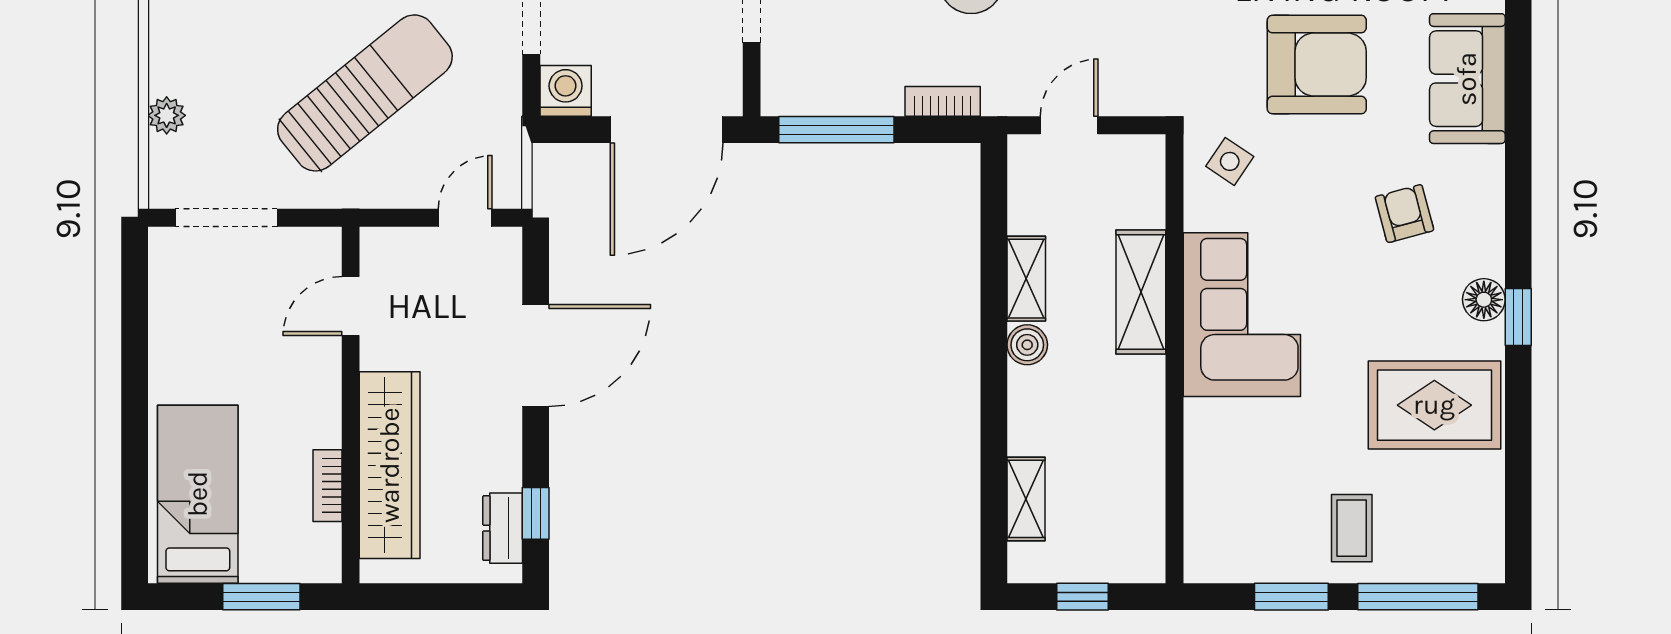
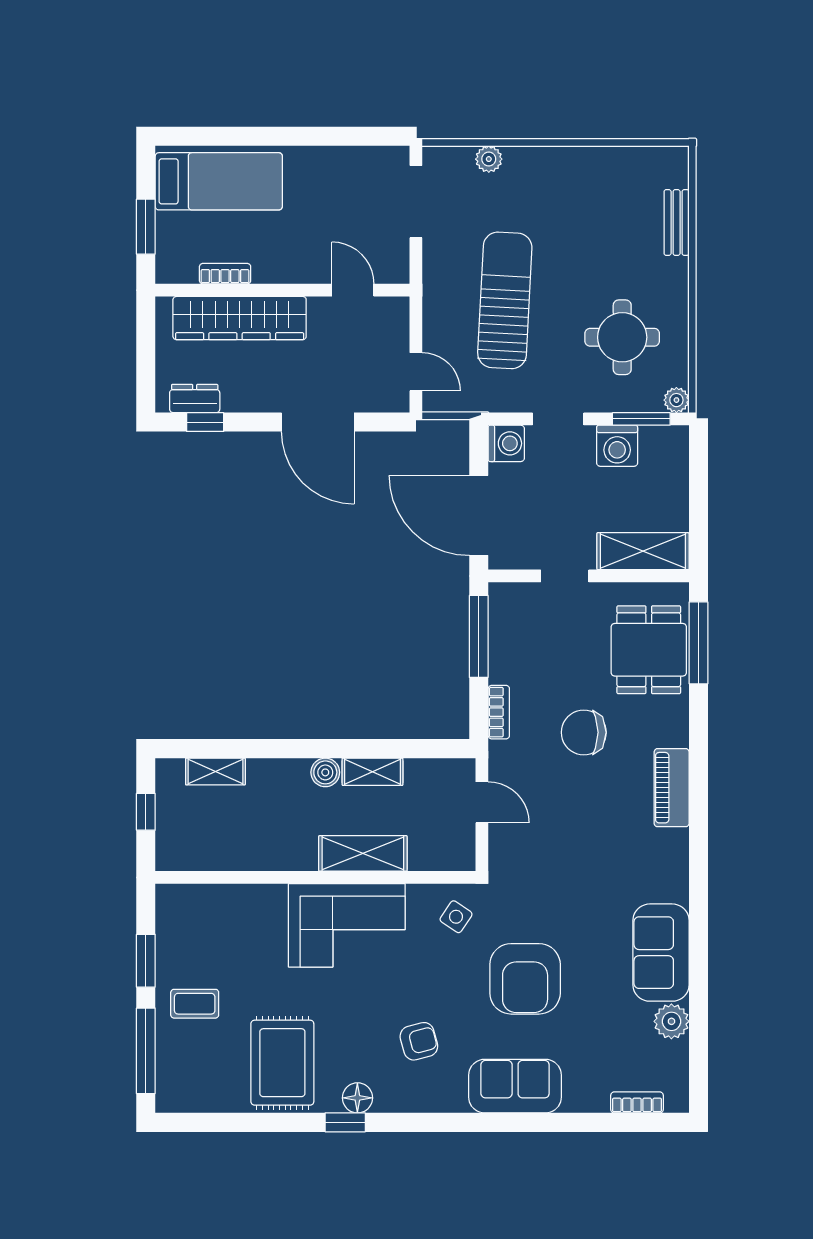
sun lounger: (365, 93) -> (505, 300), turned -138

